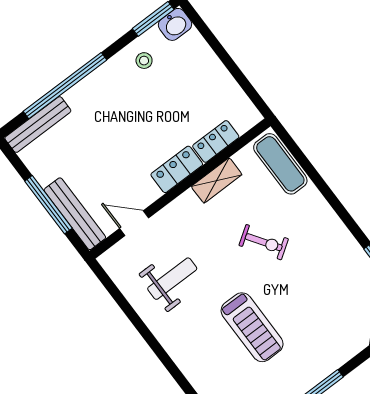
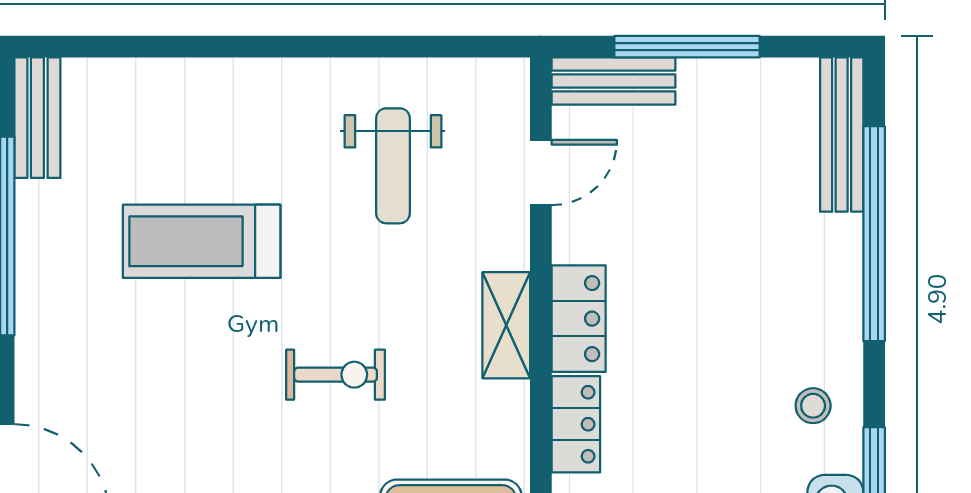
shelving: (217, 180) -> (506, 325), moved
bench: (75, 214) -> (614, 81), width x0.73
exercise bike: (264, 242) -> (336, 375), turned -146

